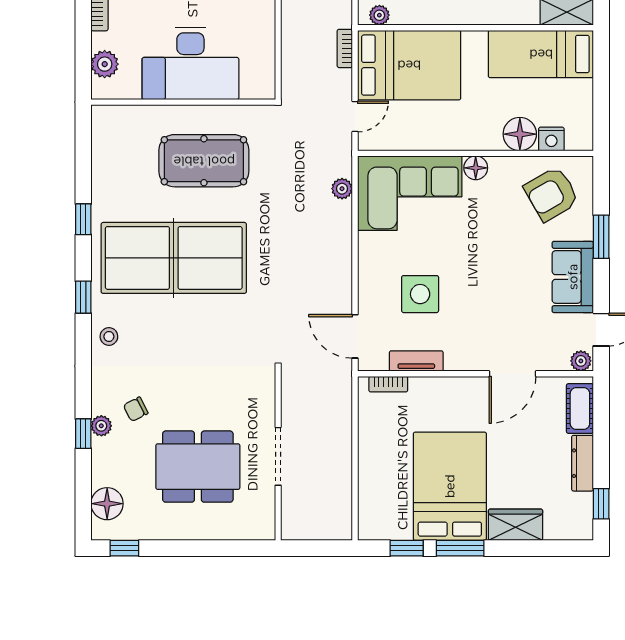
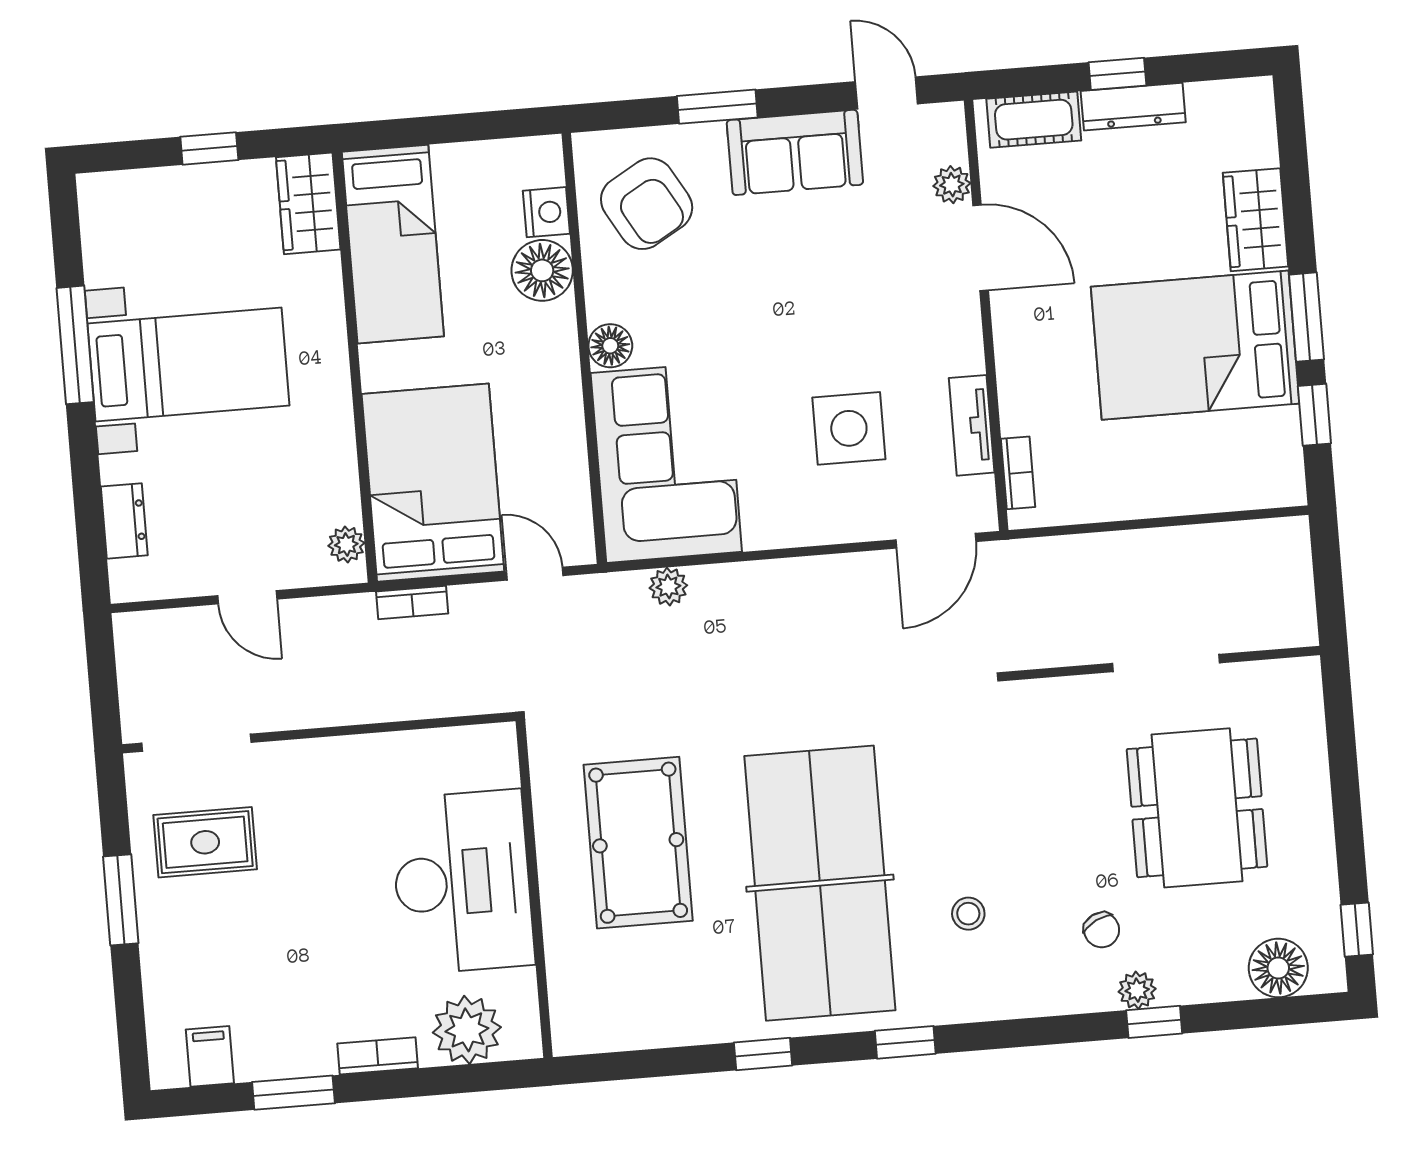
plant: (105, 64) -> (467, 1030), width x1.36, depth x1.36
stool: (109, 336) -> (968, 914), moved
plant: (581, 361) -> (952, 185), moved
window: (601, 504) -> (1117, 74), moved

